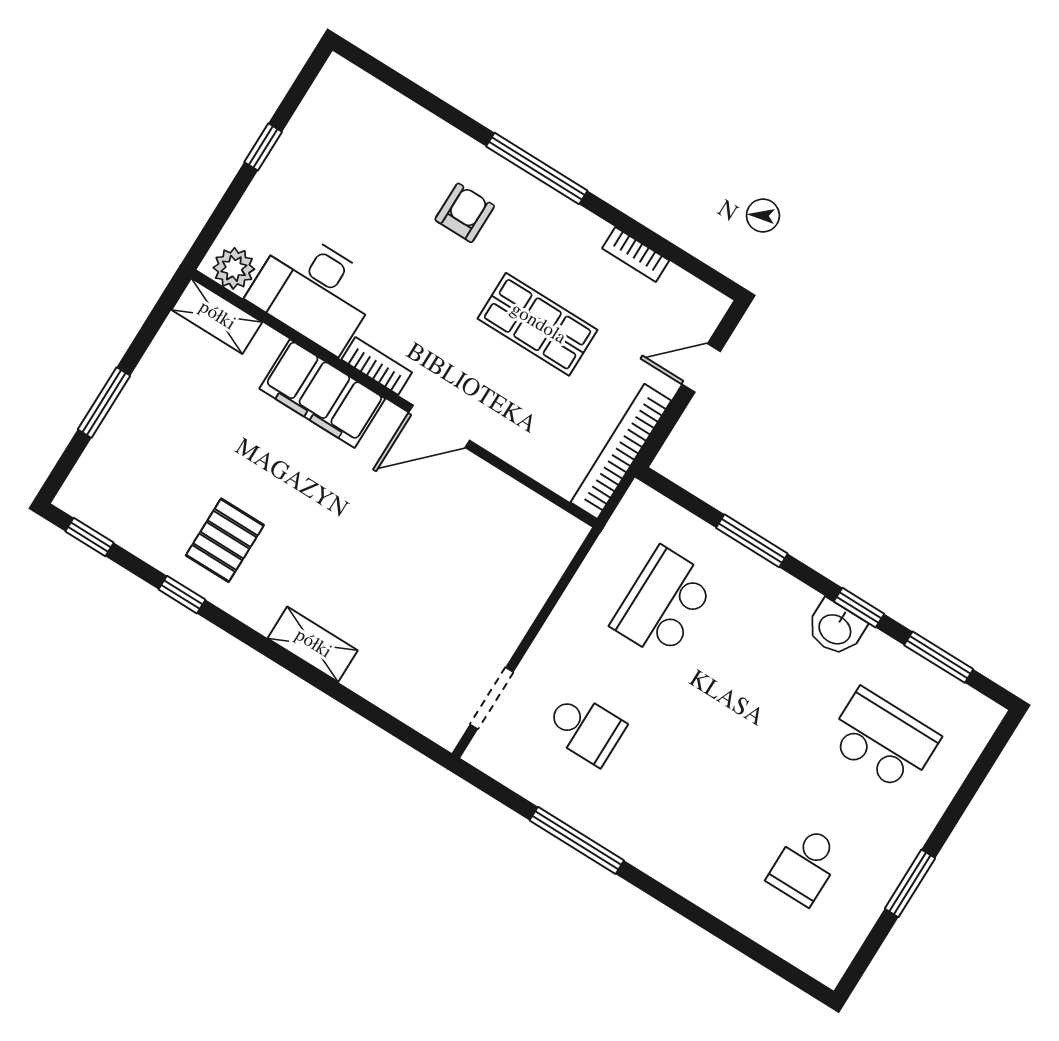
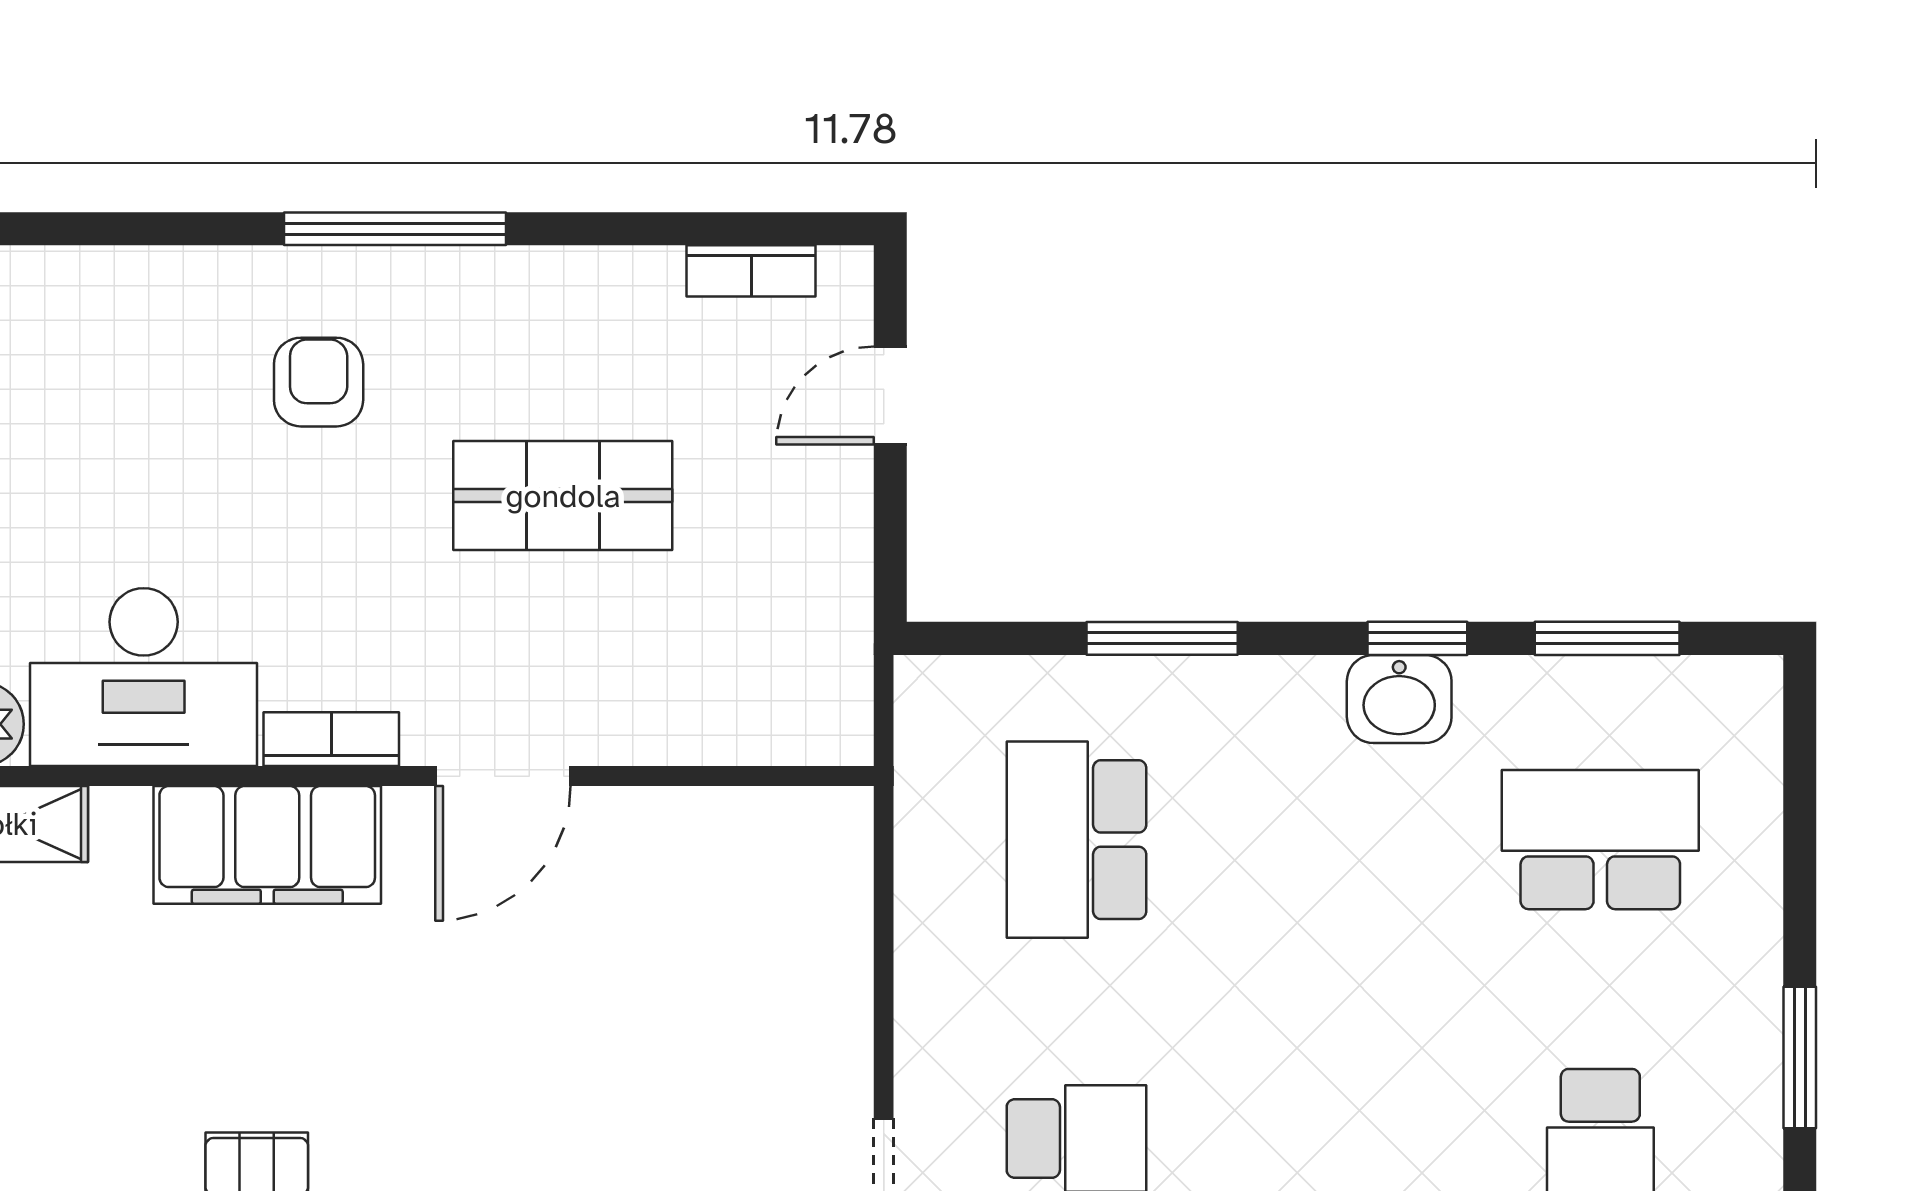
bookcase: (636, 254) -> (751, 271), moved
bookcase: (621, 451) -> (842, 625), removed

